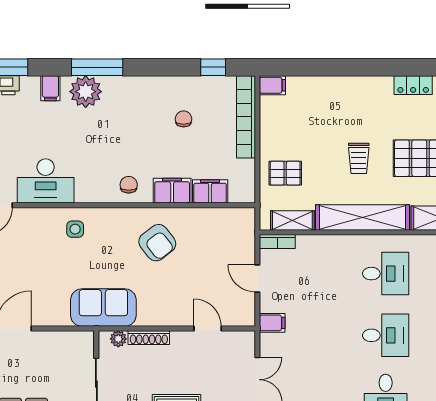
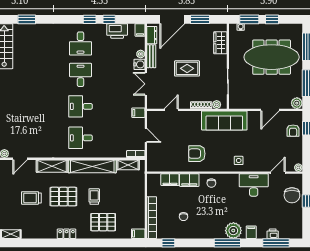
pallet: (285, 173) -> (103, 222), moved, width x1.50, depth x1.42
armchair: (157, 243) -> (197, 154), turned -52
sofa: (103, 308) -> (224, 121), width x1.36
door: (208, 329) -> (171, 110), swing flipped

